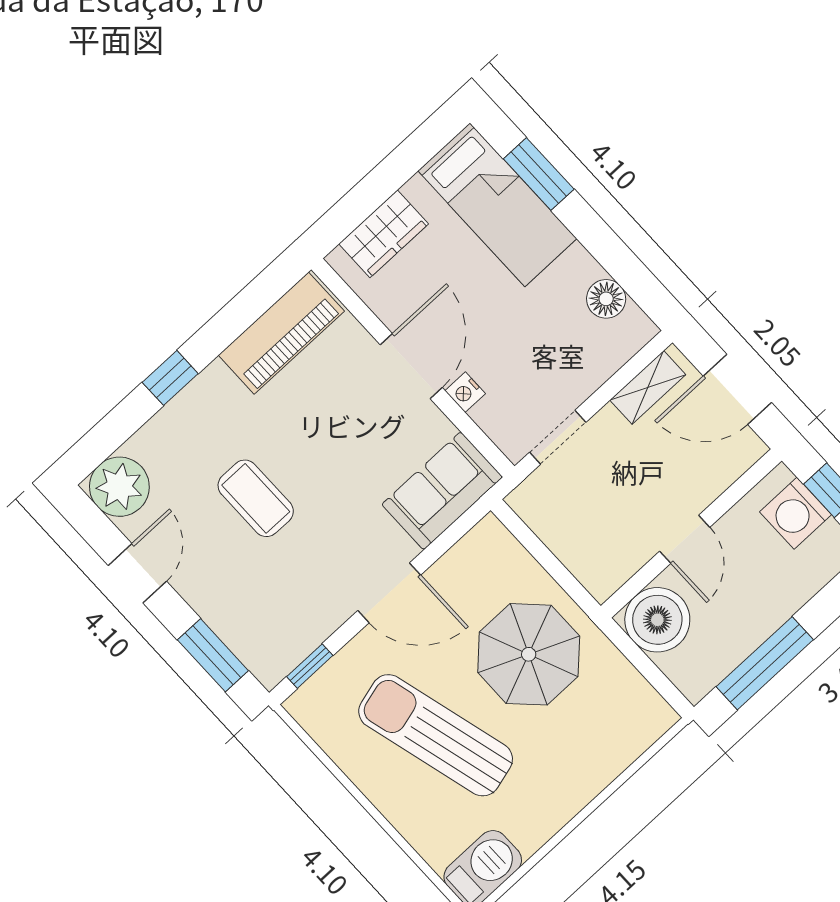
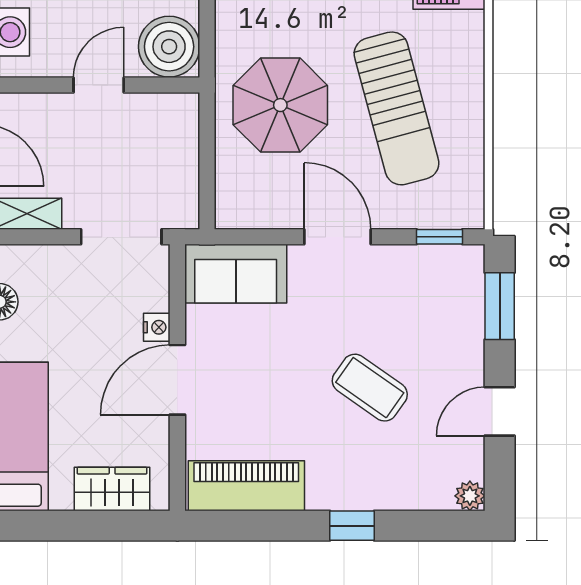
doorway: (558, 437) -> (121, 237), width x1.38
plant: (119, 487) -> (470, 496), width x0.53, depth x0.53
coffee table: (256, 498) -> (370, 388), turned -55

